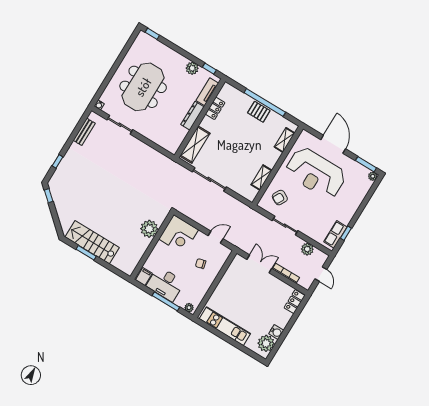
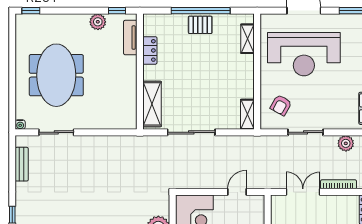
dresser: (192, 116) -> (130, 74), removed
shelving: (262, 178) -> (247, 114), moved

